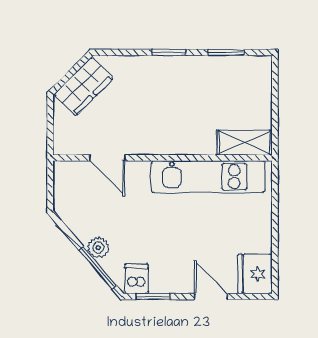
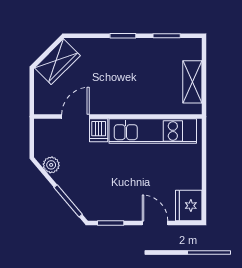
shelving: (244, 143) -> (192, 82), moved, turned 90
door: (107, 158) -> (75, 117), swing flipped
plant: (98, 248) -> (51, 165), moved
dishwasher: (137, 279) -> (99, 130), moved, turned 180

